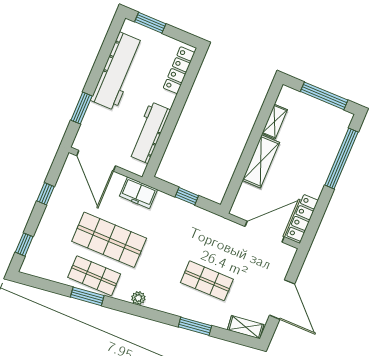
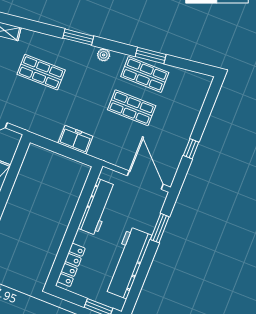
freezer: (138, 193) -> (75, 140), moved
window: (187, 196) -> (61, 149), removed
shop shelf: (109, 240) -> (132, 108), width x0.70, depth x0.74
window: (24, 244) -> (210, 102), removed
window: (195, 326) -> (78, 37), moved

